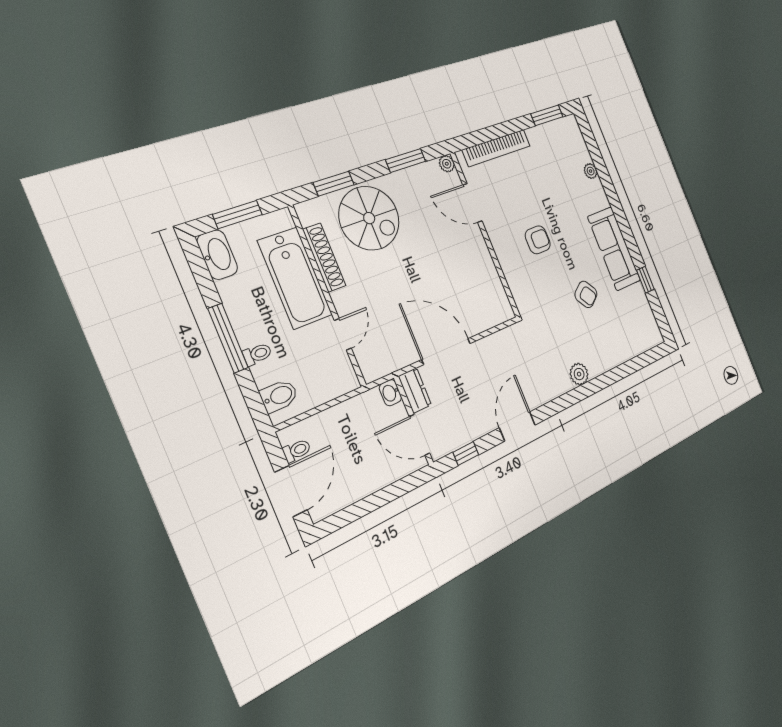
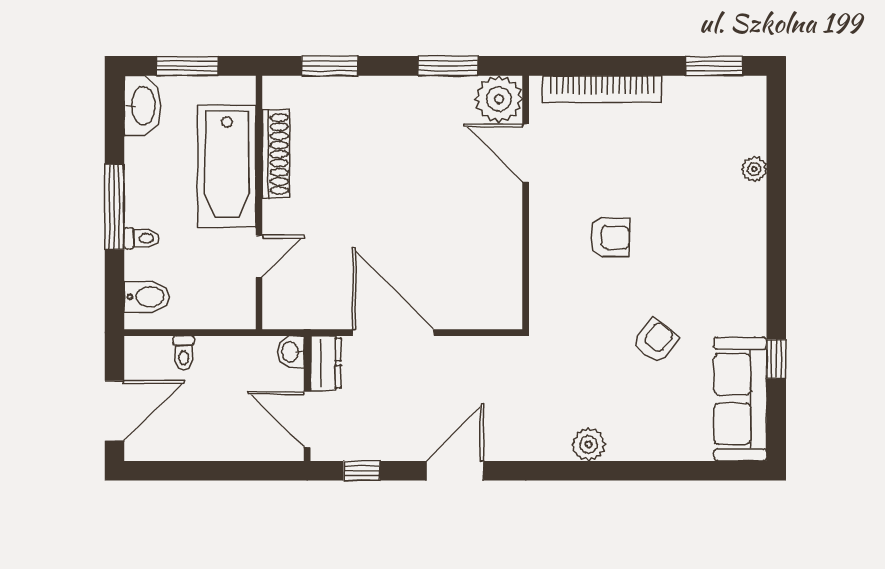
plant: (447, 164) -> (499, 99), width x1.88, depth x1.88
spiral stairs: (369, 218) -> (360, 125), removed
sofa: (614, 249) -> (740, 399), moved
armchair: (586, 294) -> (656, 341), turned -107
toilet: (297, 450) -> (184, 353), moved, turned 90

